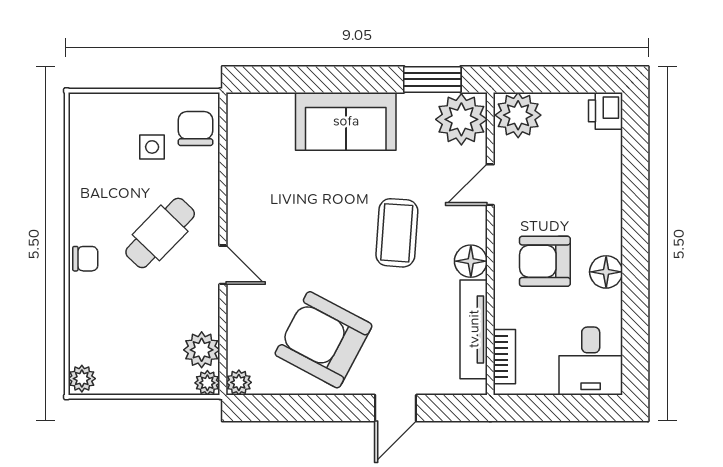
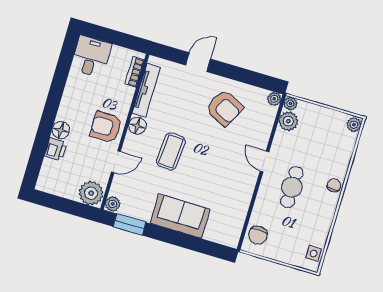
printer: (605, 111) -> (55, 149), moved
plant: (461, 119) -> (113, 204), width x0.53, depth x0.53
side table: (152, 147) -> (314, 253), moved
cafe table: (160, 233) -> (292, 187), turned -44
chair: (85, 259) -> (334, 185), turned 90
armchair: (545, 261) -> (106, 127), moved, turned 180
floor lamp: (606, 272) -> (61, 130), moved
armchair: (324, 340) -> (224, 108), width x0.73, depth x0.73

